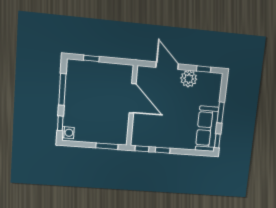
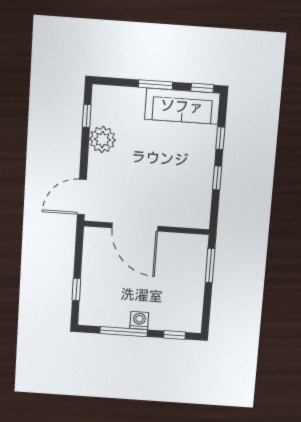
door: (167, 66) -> (82, 197), moved
door: (133, 98) -> (135, 227), swing flipped
washing machine: (68, 133) -> (139, 320), moved
window: (142, 149) -> (220, 138), moved

